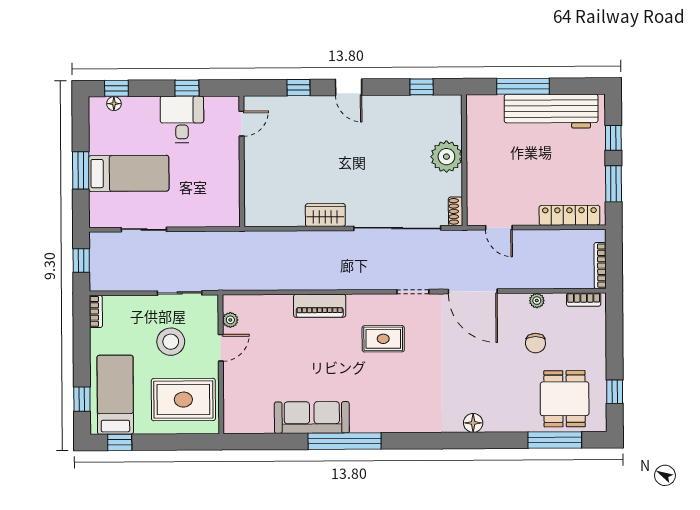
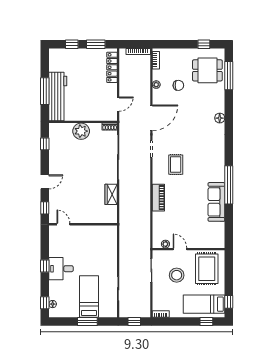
workbench: (551, 111) -> (58, 97), moved
door: (241, 124) -> (63, 224), moved
wall: (242, 161) -> (83, 224), moved

